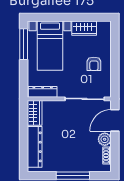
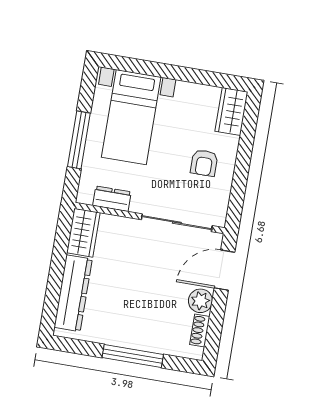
wardrobe: (84, 28) -> (231, 111), moved, turned 90
window: (24, 44) -> (79, 140), moved
dresser: (43, 92) -> (112, 199), width x0.70

